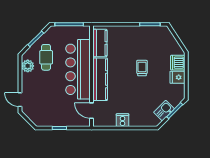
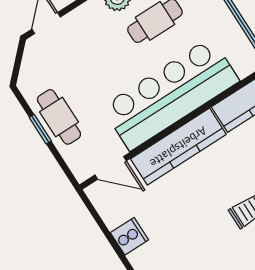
door: (92, 111) -> (111, 168), swing flipped
cafe table: (59, 118) -> (59, 117), added

